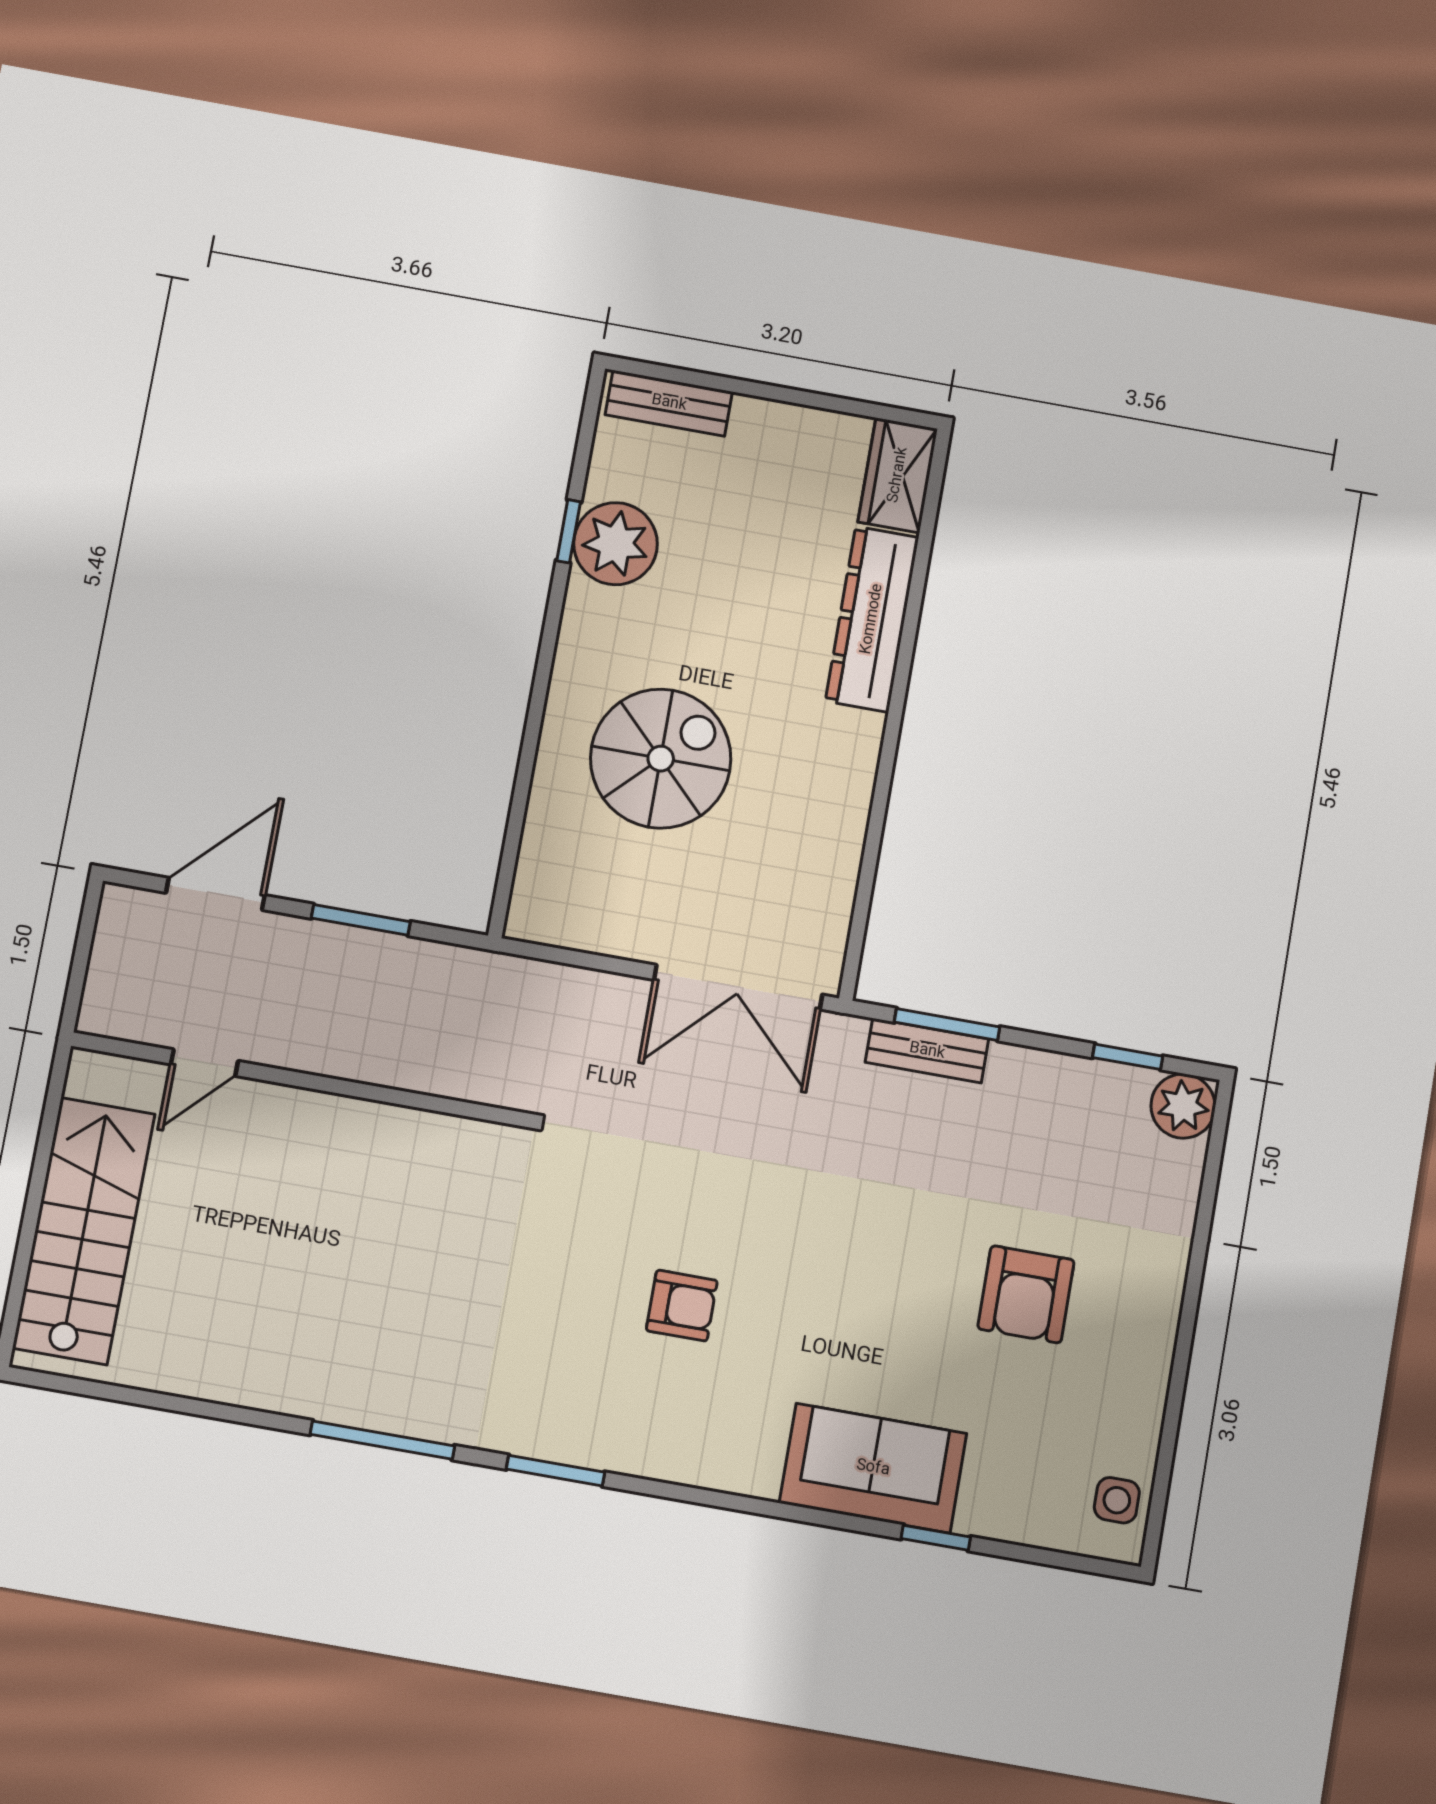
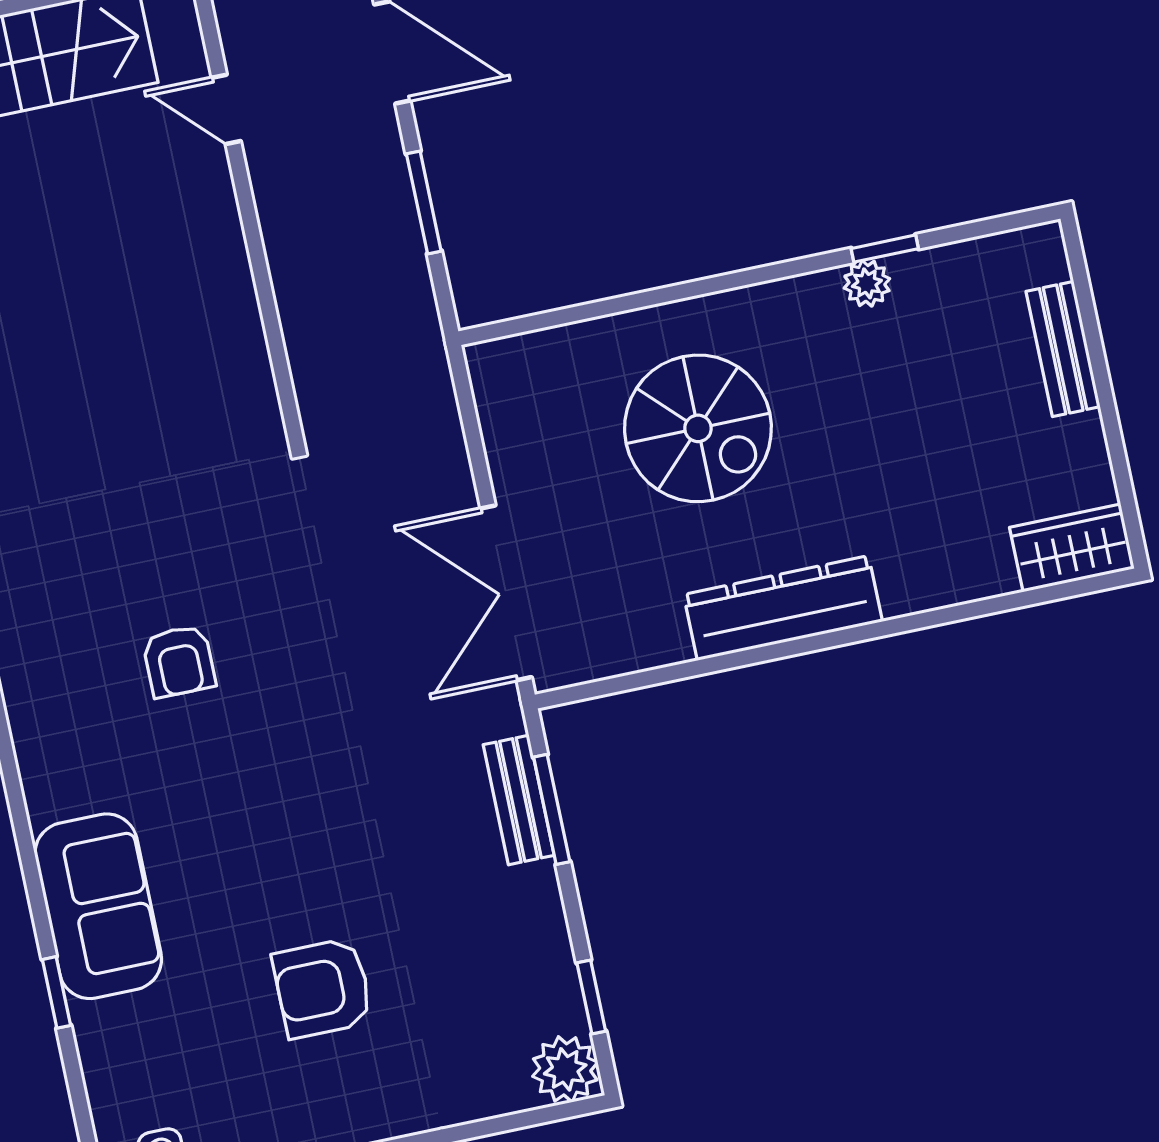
bench: (669, 403) -> (1063, 349), moved
plant: (616, 544) -> (867, 283), width x0.53, depth x0.53
dresser: (872, 619) -> (783, 608), moved

